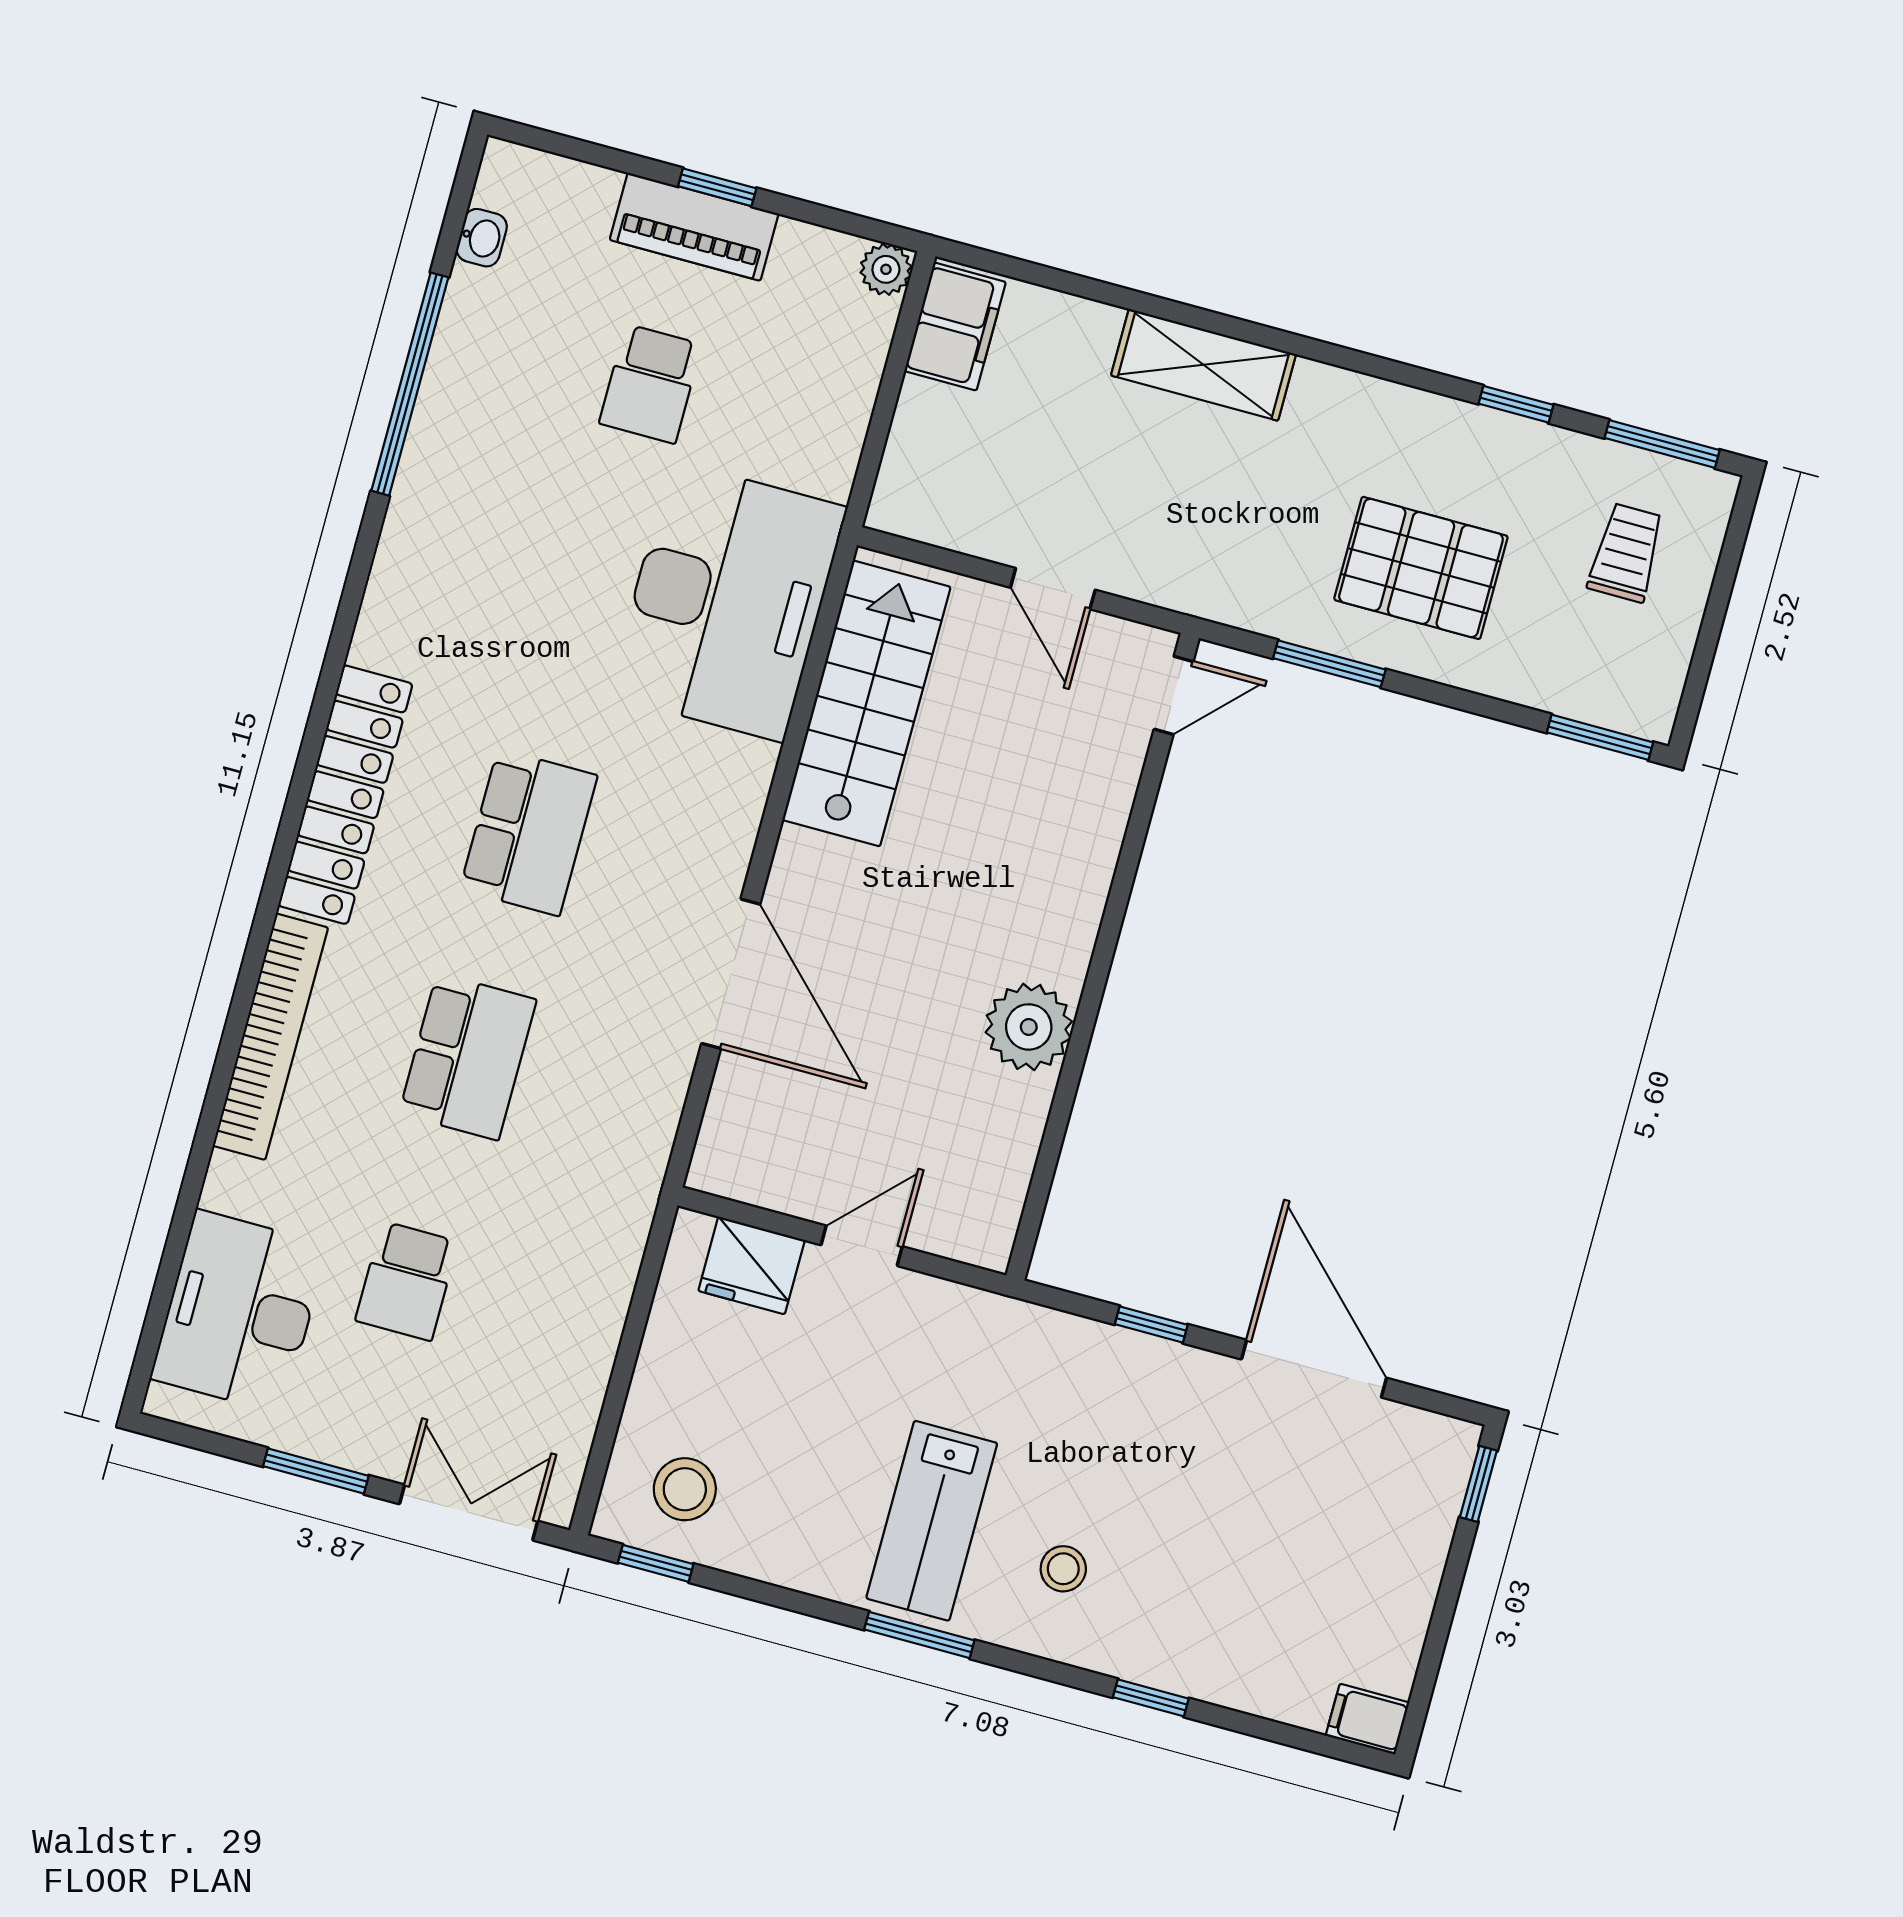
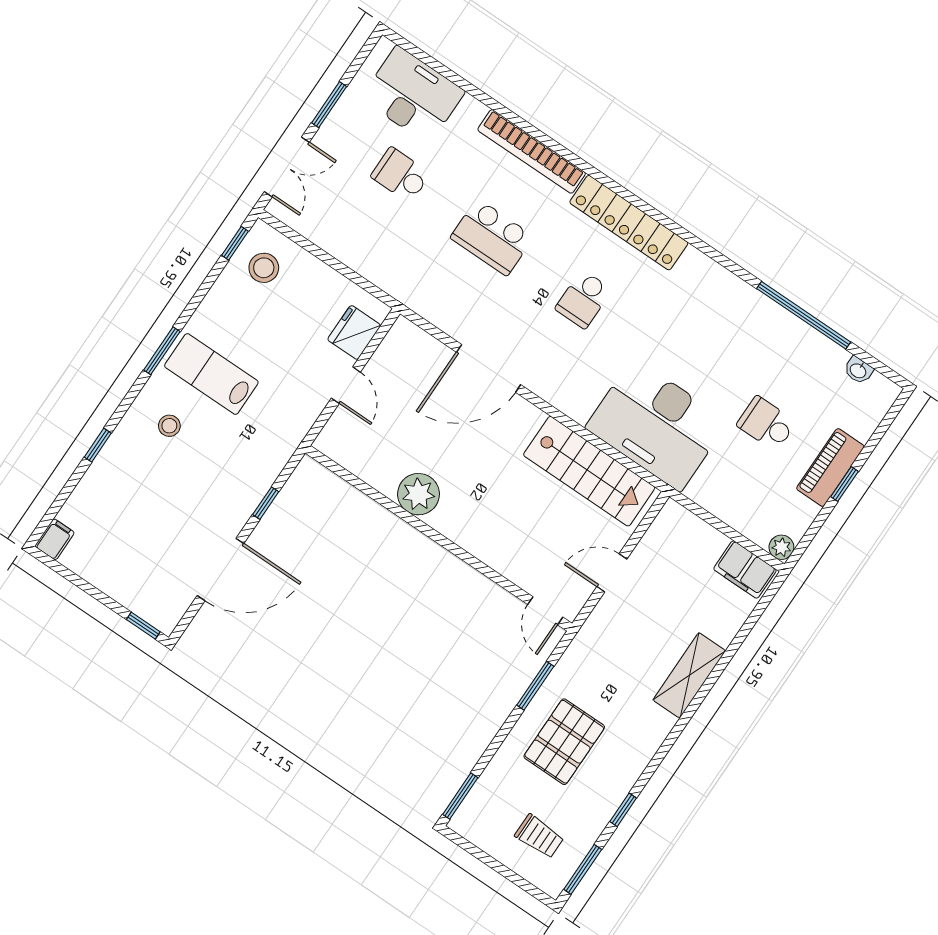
school desk: (529, 832) -> (583, 299), width x0.54

